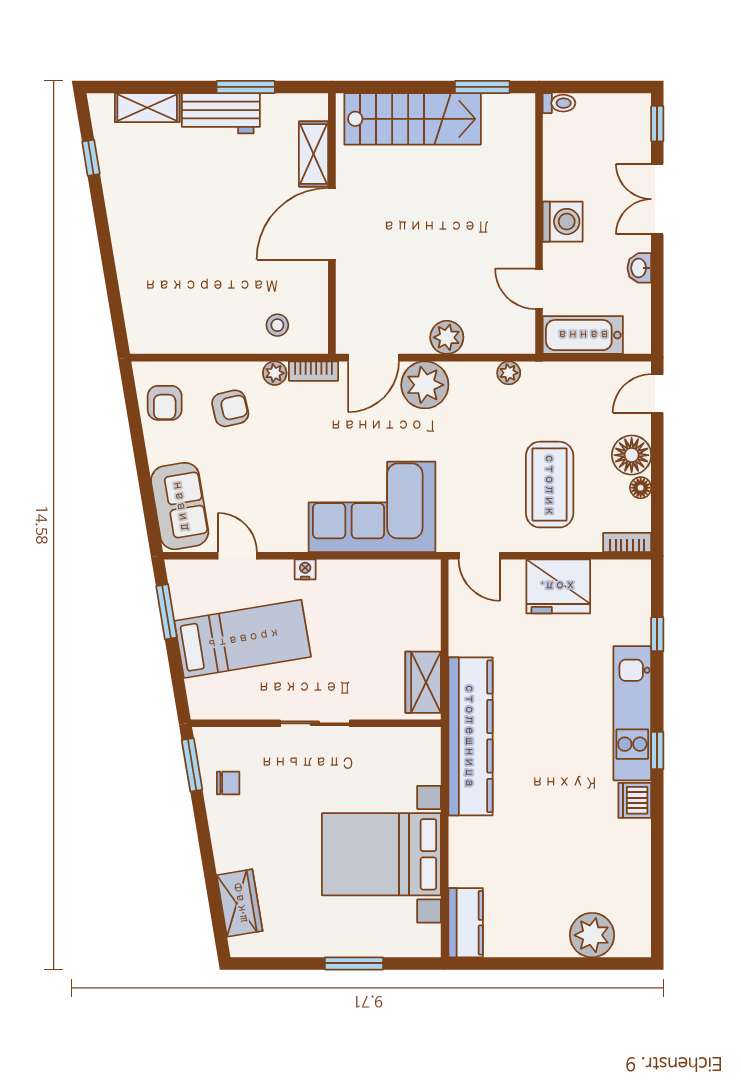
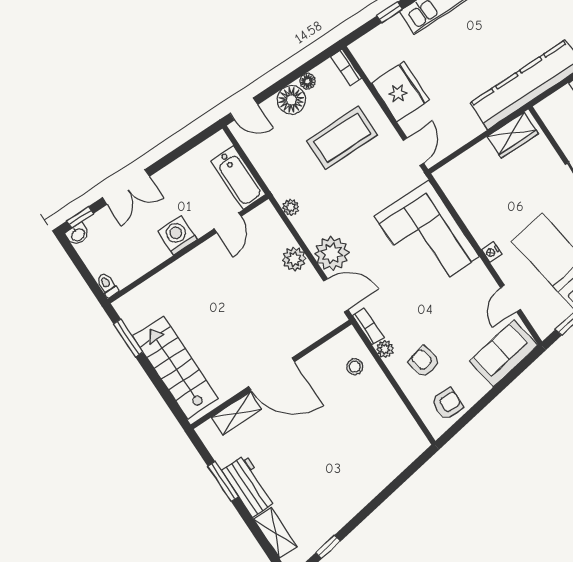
washbasin: (639, 268) -> (78, 234), moved

